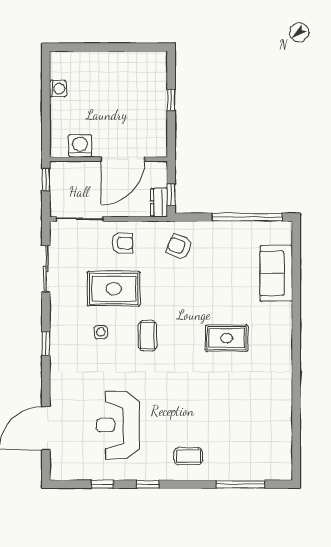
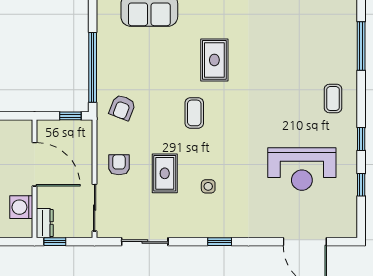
dresser: (159, 202) -> (45, 223), moved, turned -90
window: (247, 217) -> (93, 67), moved
rug: (114, 289) -> (165, 173), width x0.73, depth x0.70
coffee table: (148, 336) -> (194, 113), moved, turned 90

